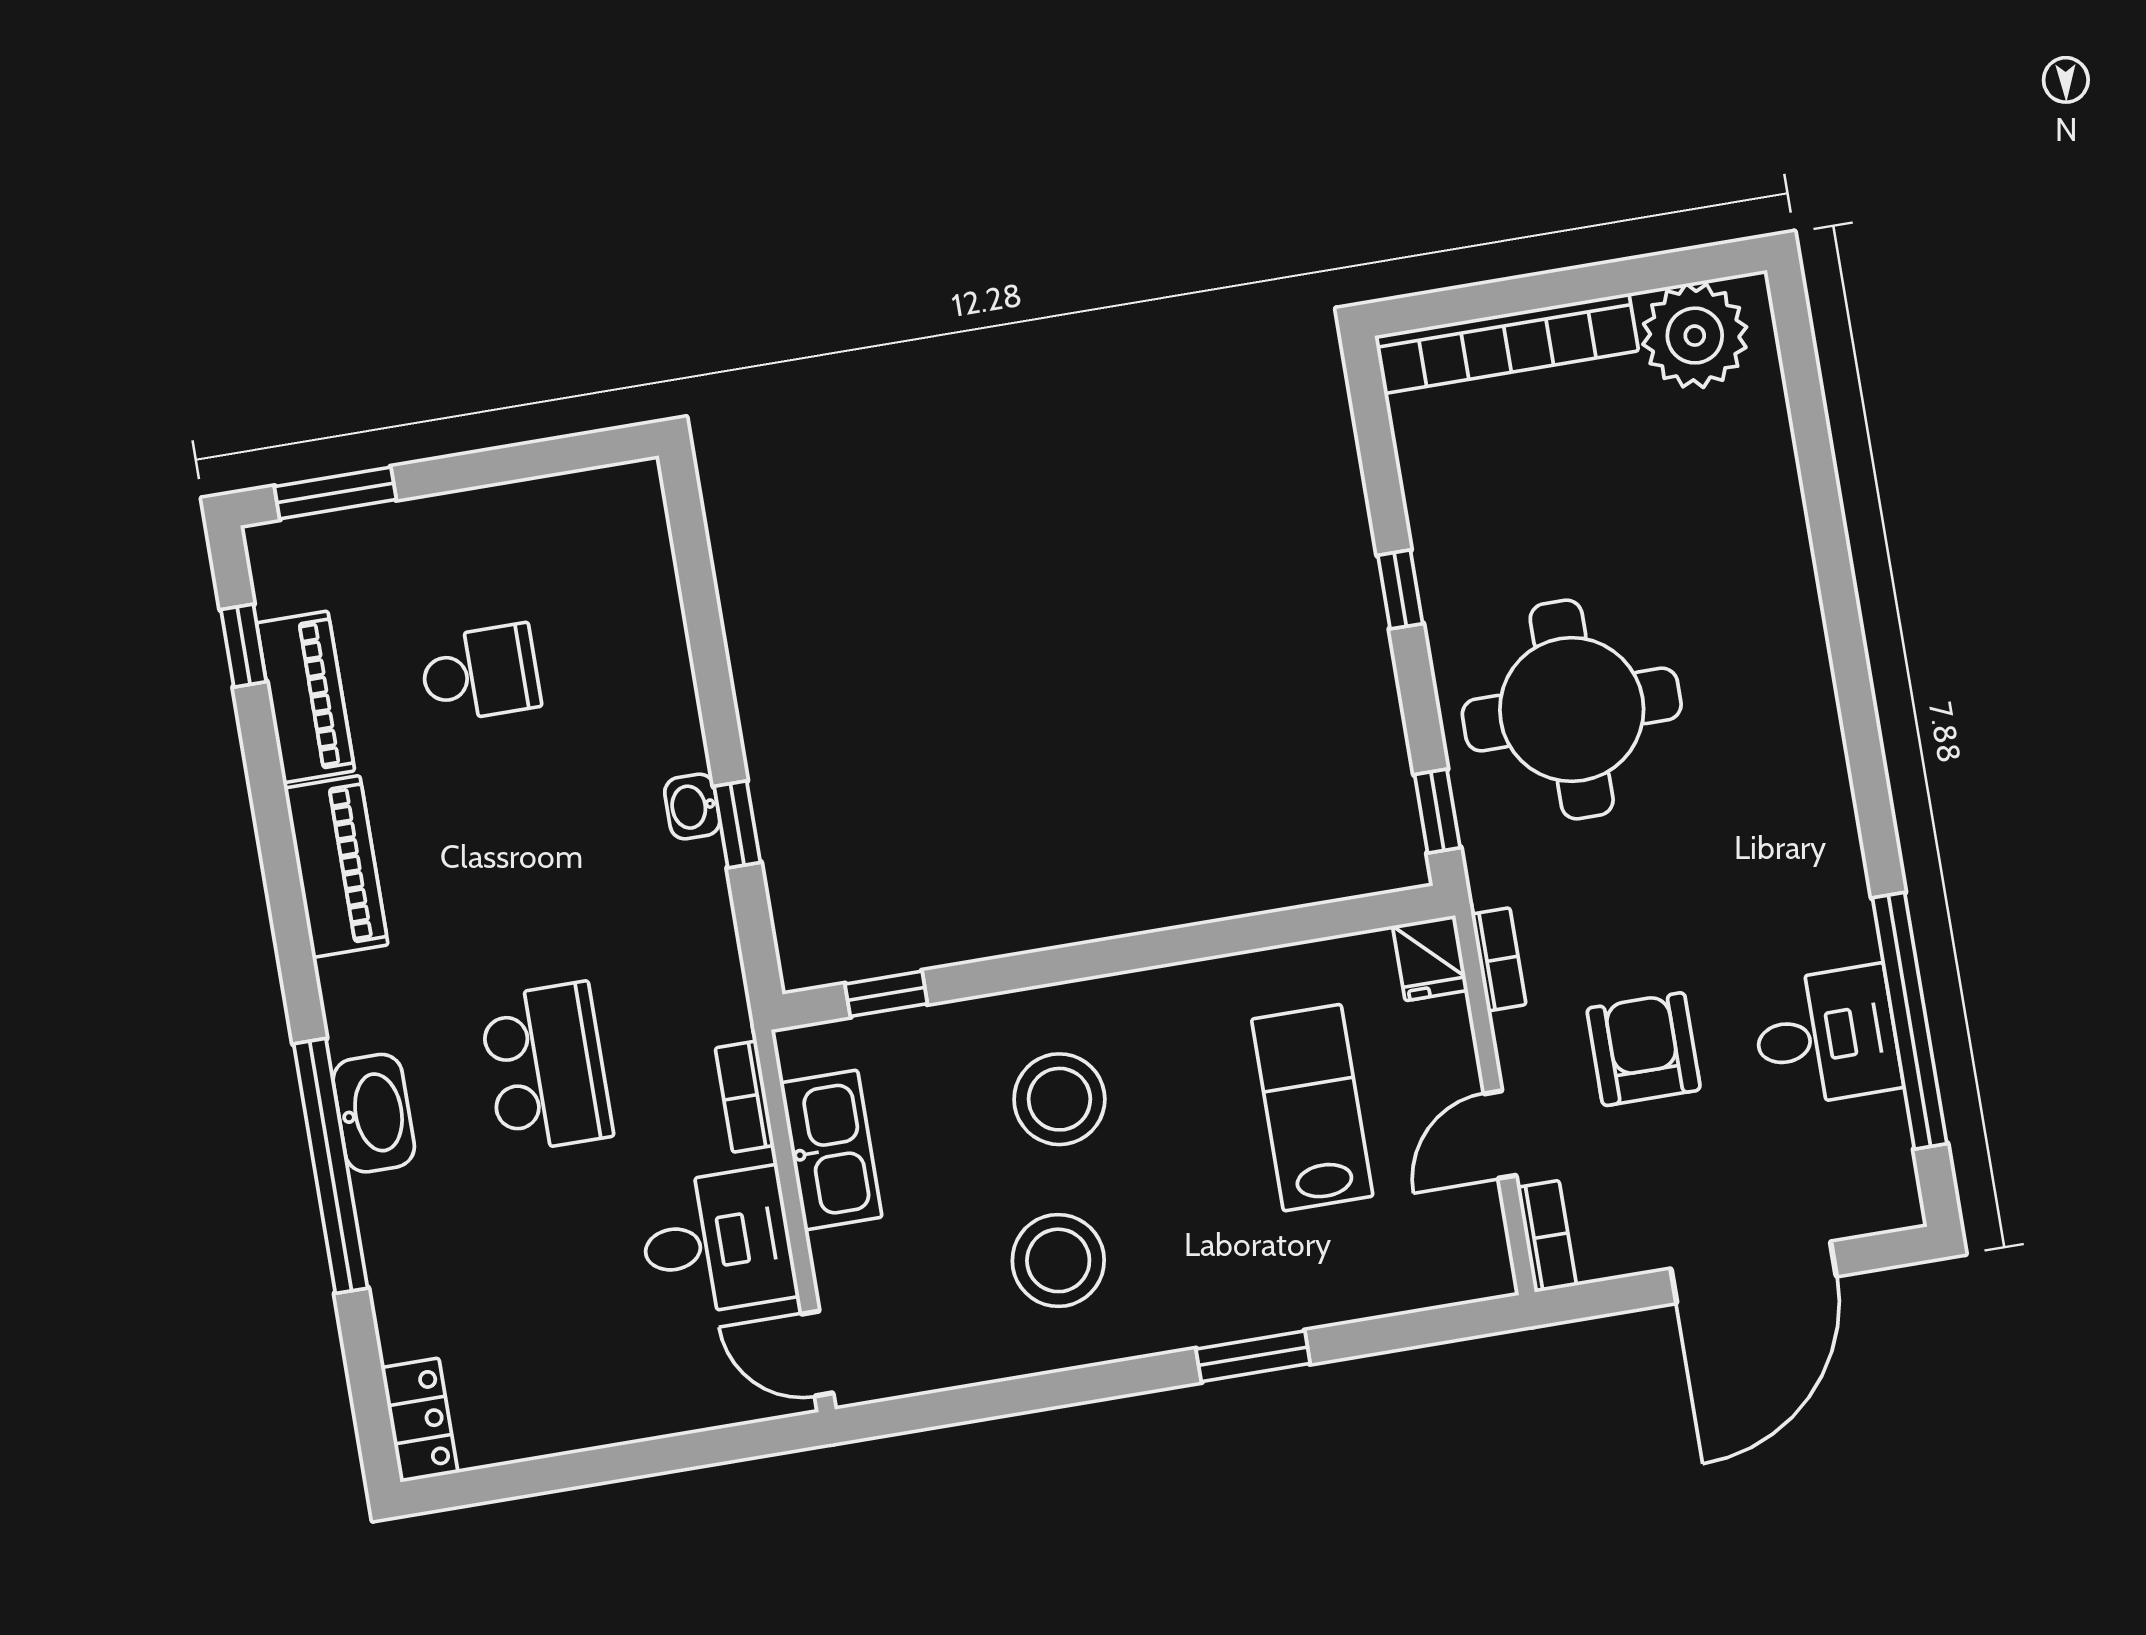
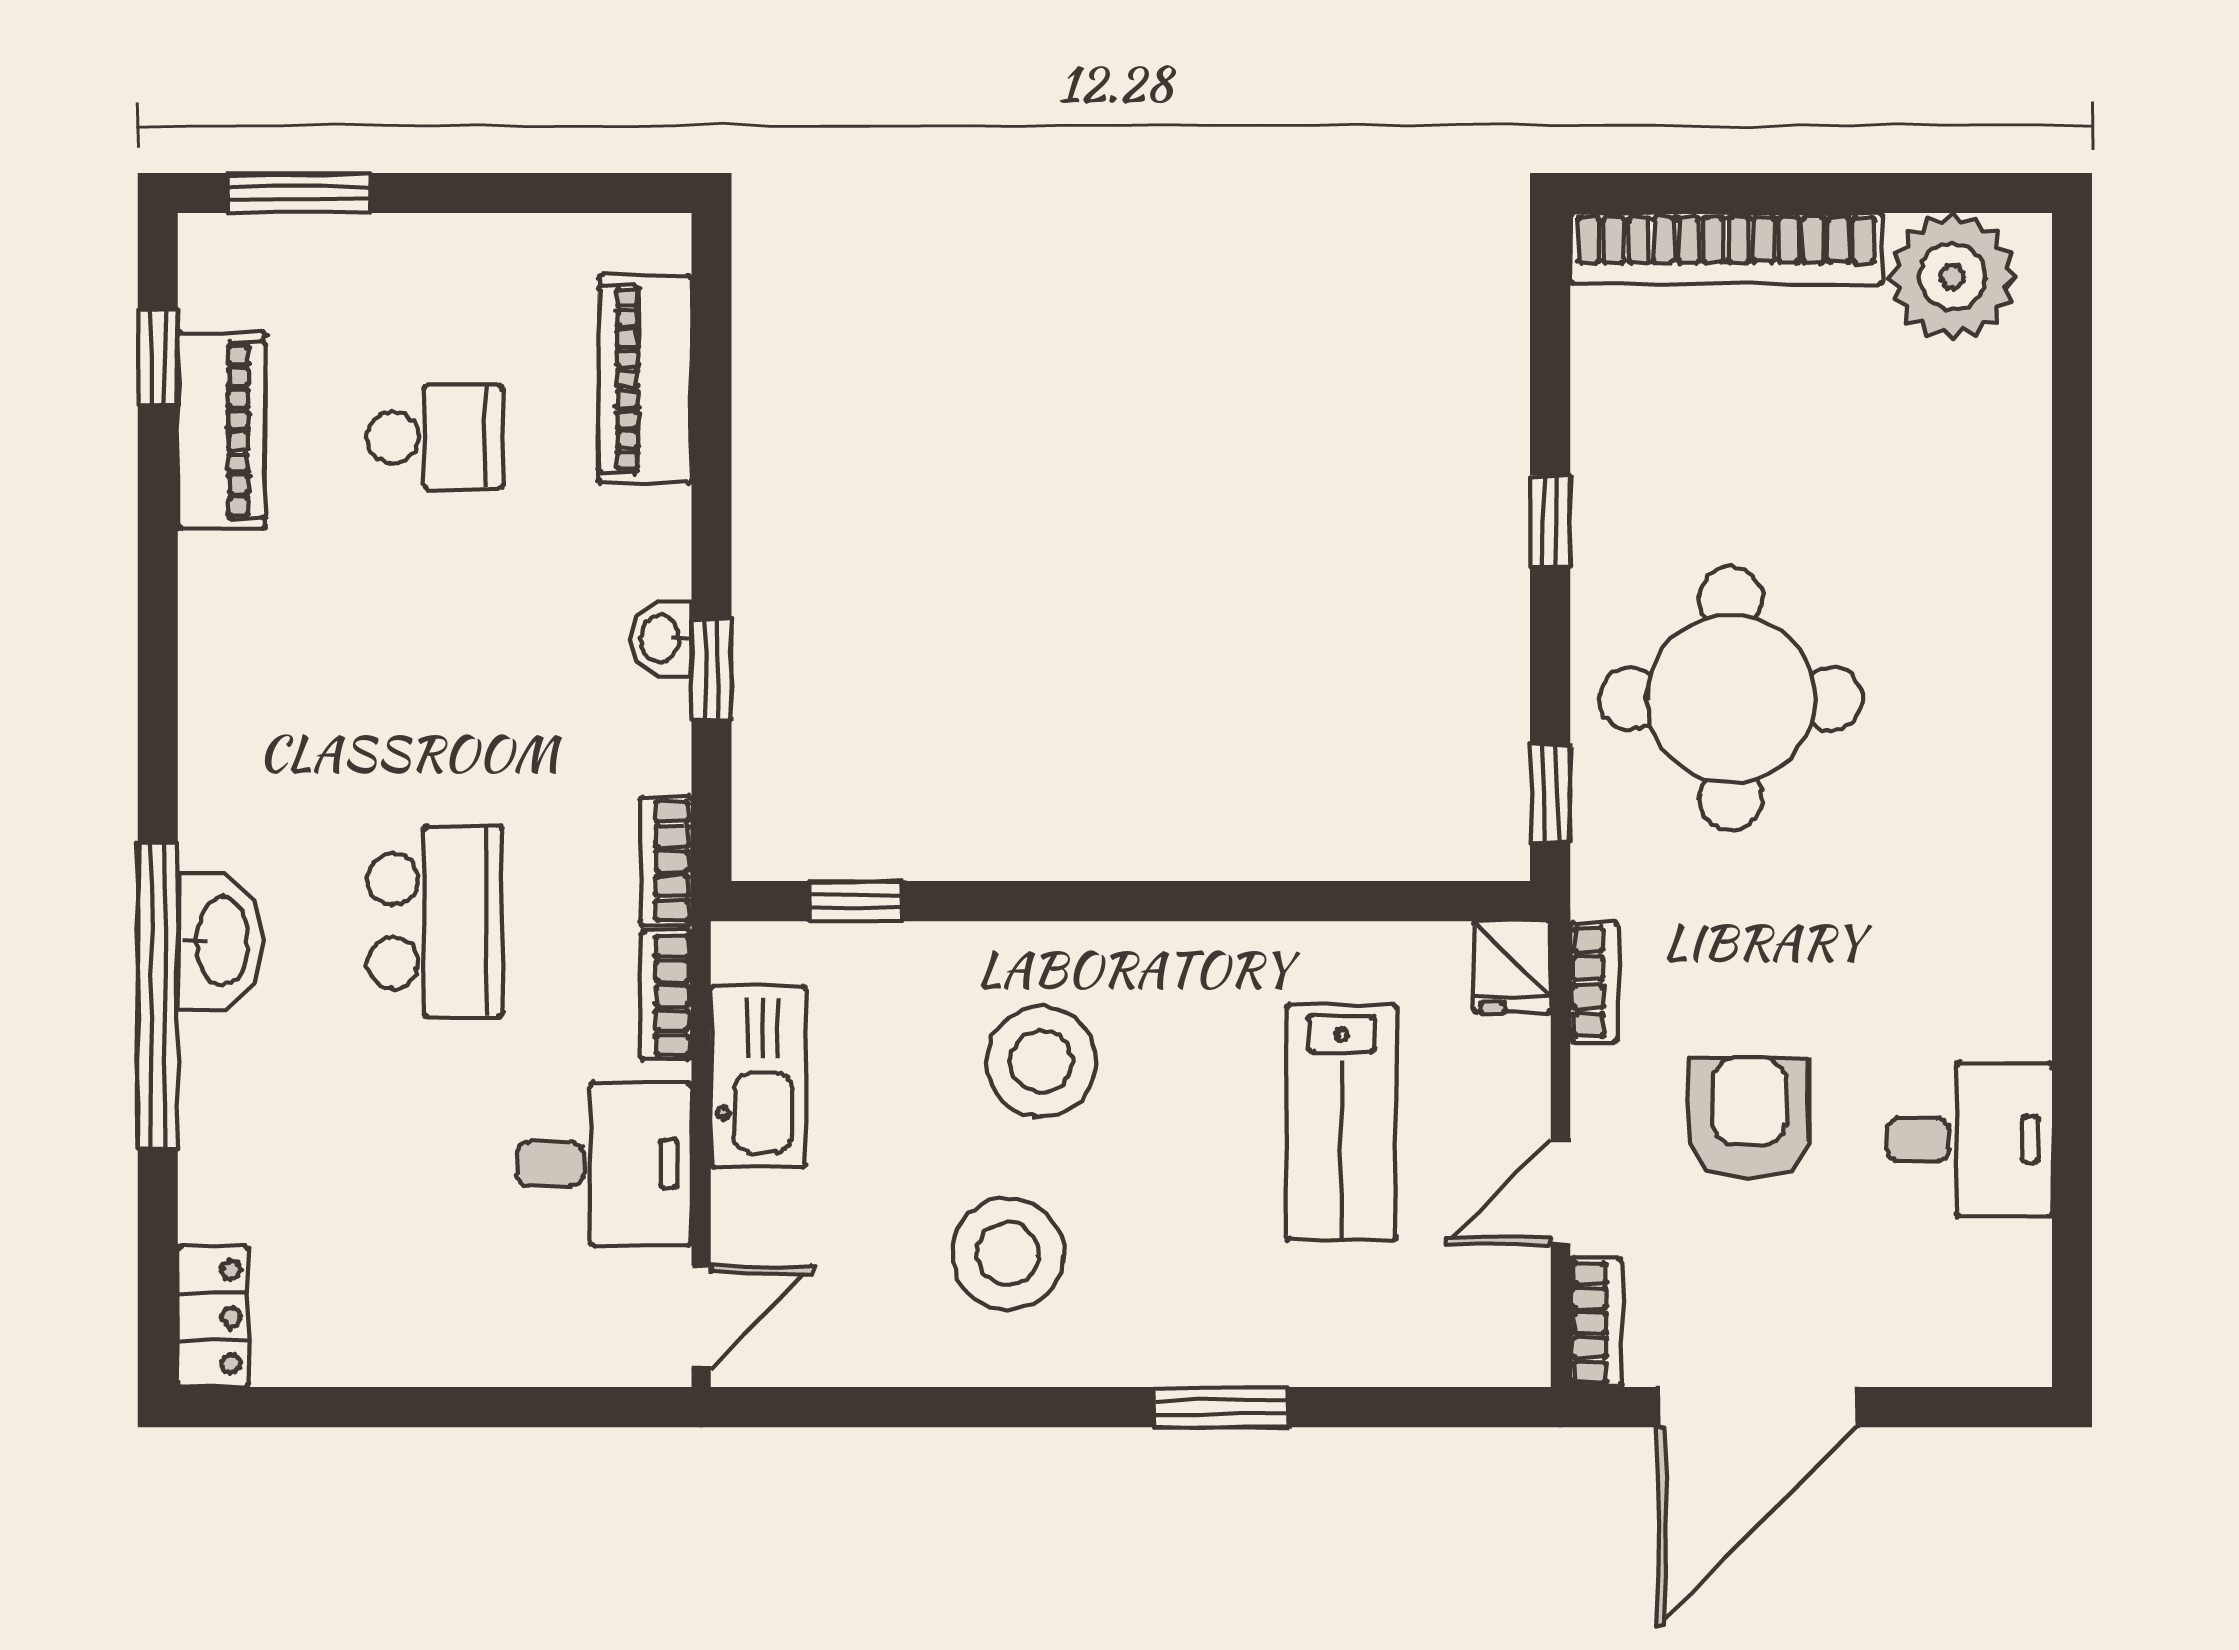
piano: (336, 867) -> (645, 379), moved, turned 180
bookcase: (726, 987) -> (666, 861), added
window: (1910, 1021) -> (2072, 1138), removed
lab bench: (1312, 1108) -> (1341, 1122), turned 180
door: (1754, 1272) -> (1757, 1407), moved
door: (817, 1353) -> (701, 1317), swing flipped

